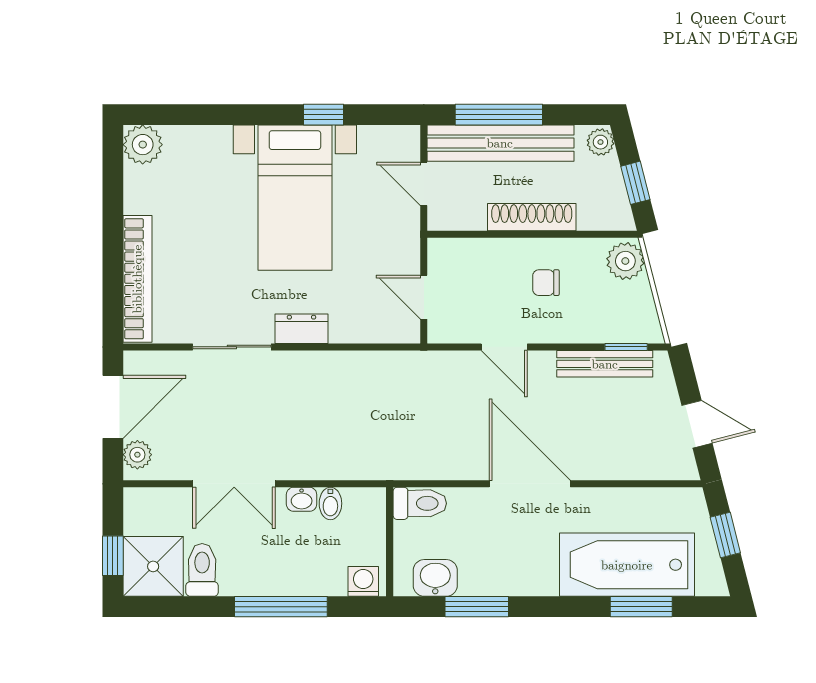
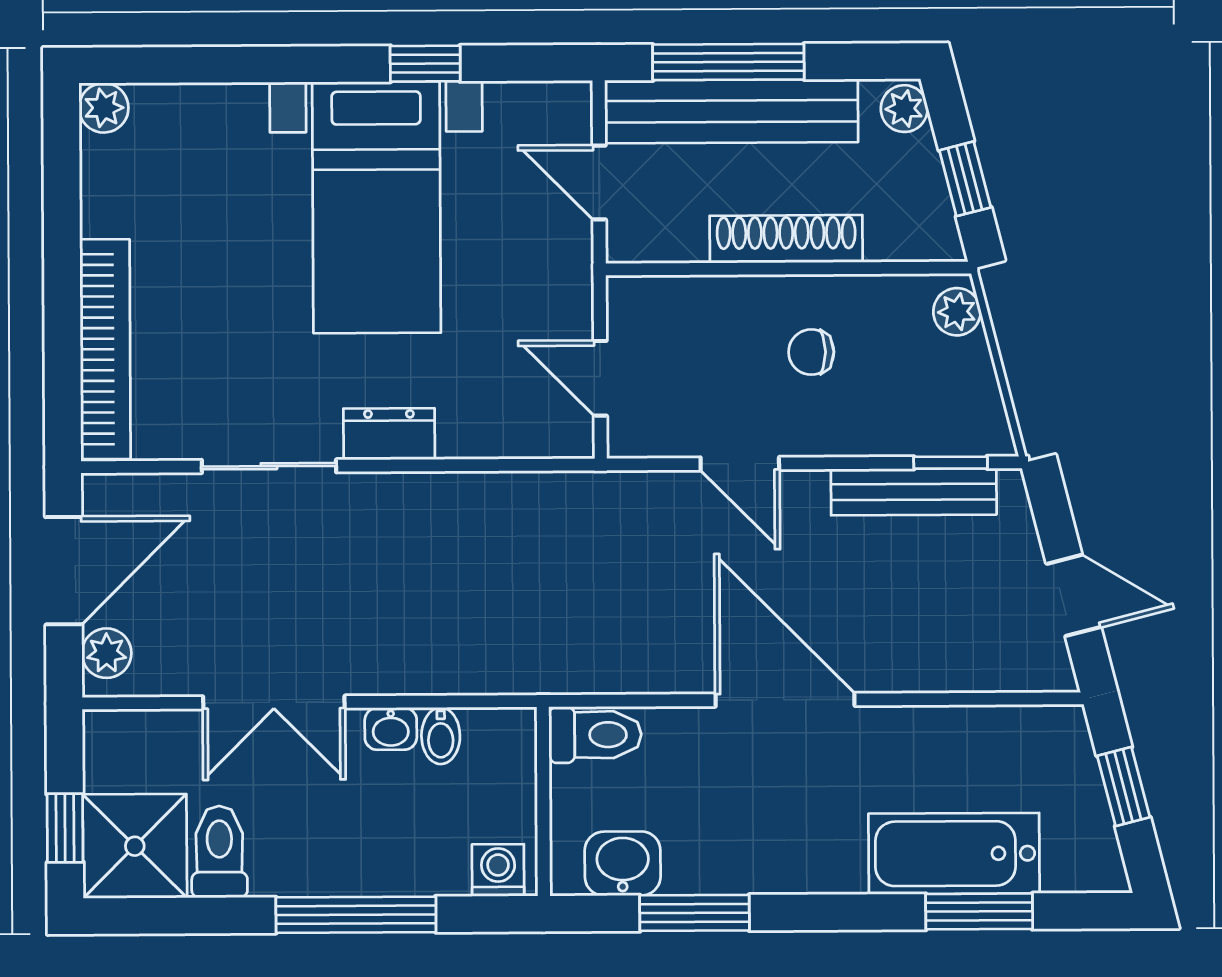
plant: (143, 145) -> (104, 108), width x0.73, depth x0.73
plant: (625, 261) -> (957, 312), width x0.73, depth x0.73
bathtub: (627, 565) -> (954, 854), width x0.73, depth x0.73

